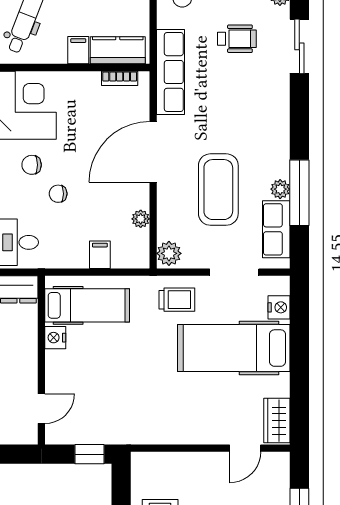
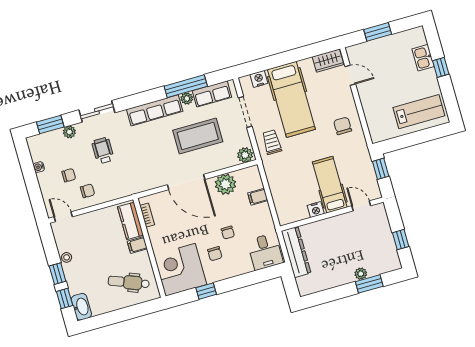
row of seats: (171, 72) -> (155, 110), moved, turned 180
plant: (141, 219) -> (225, 184), width x1.87, depth x1.87
hospital bed: (87, 305) -> (330, 185), moved
chair: (171, 415) -> (343, 126), added

